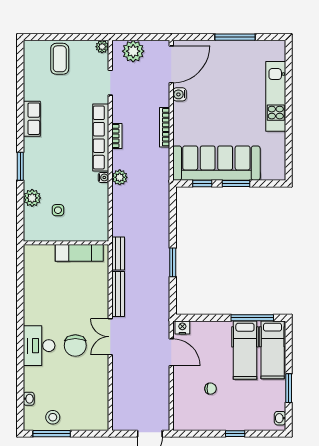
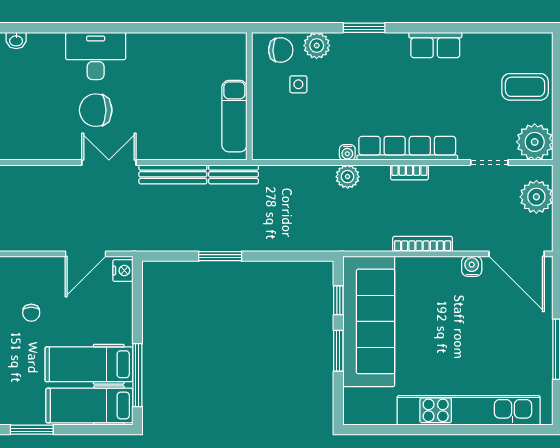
plant: (102, 47) -> (535, 142), width x1.88, depth x1.88
kitchen unit: (276, 96) -> (469, 410), width x1.36
chair: (35, 222) -> (281, 50), added

